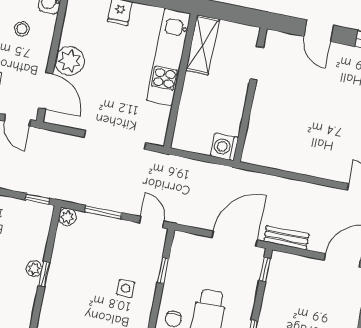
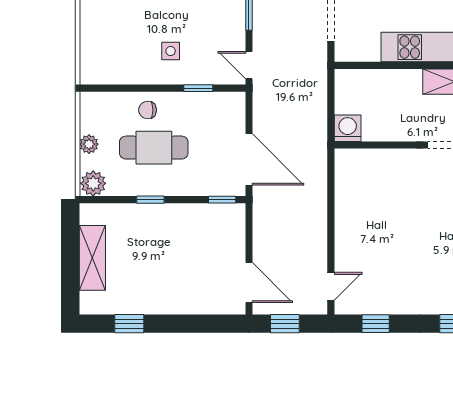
door: (152, 222) -> (249, 65), swing flipped
bench: (286, 238) -> (262, 216), removed

